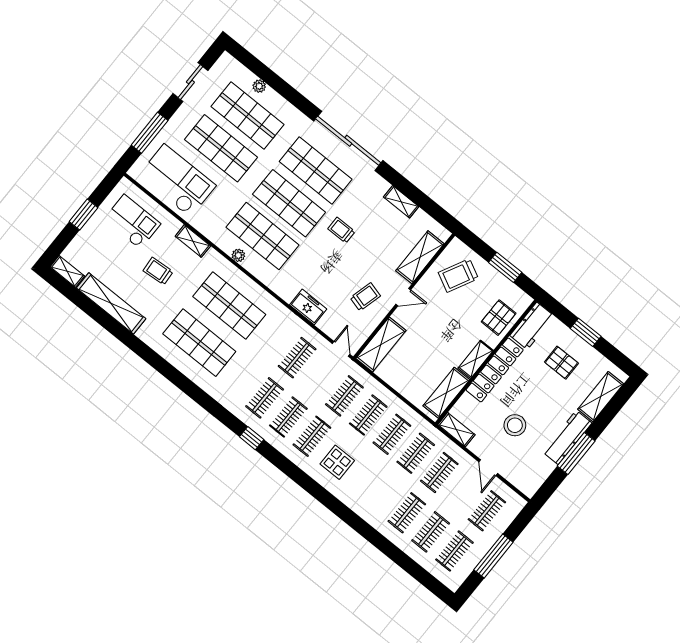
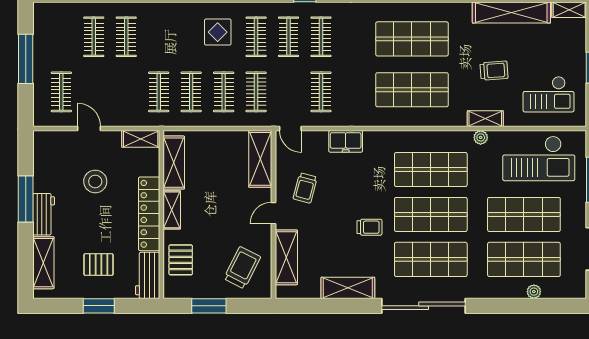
shelving: (401, 202) -> (348, 288), width x1.50, depth x1.33
plant: (238, 255) -> (481, 137), moved
workbench: (567, 437) -> (44, 214), width x0.73
clothes rail: (439, 472) -> (126, 92), removed
clothes rail: (454, 551) -> (61, 37), removed

